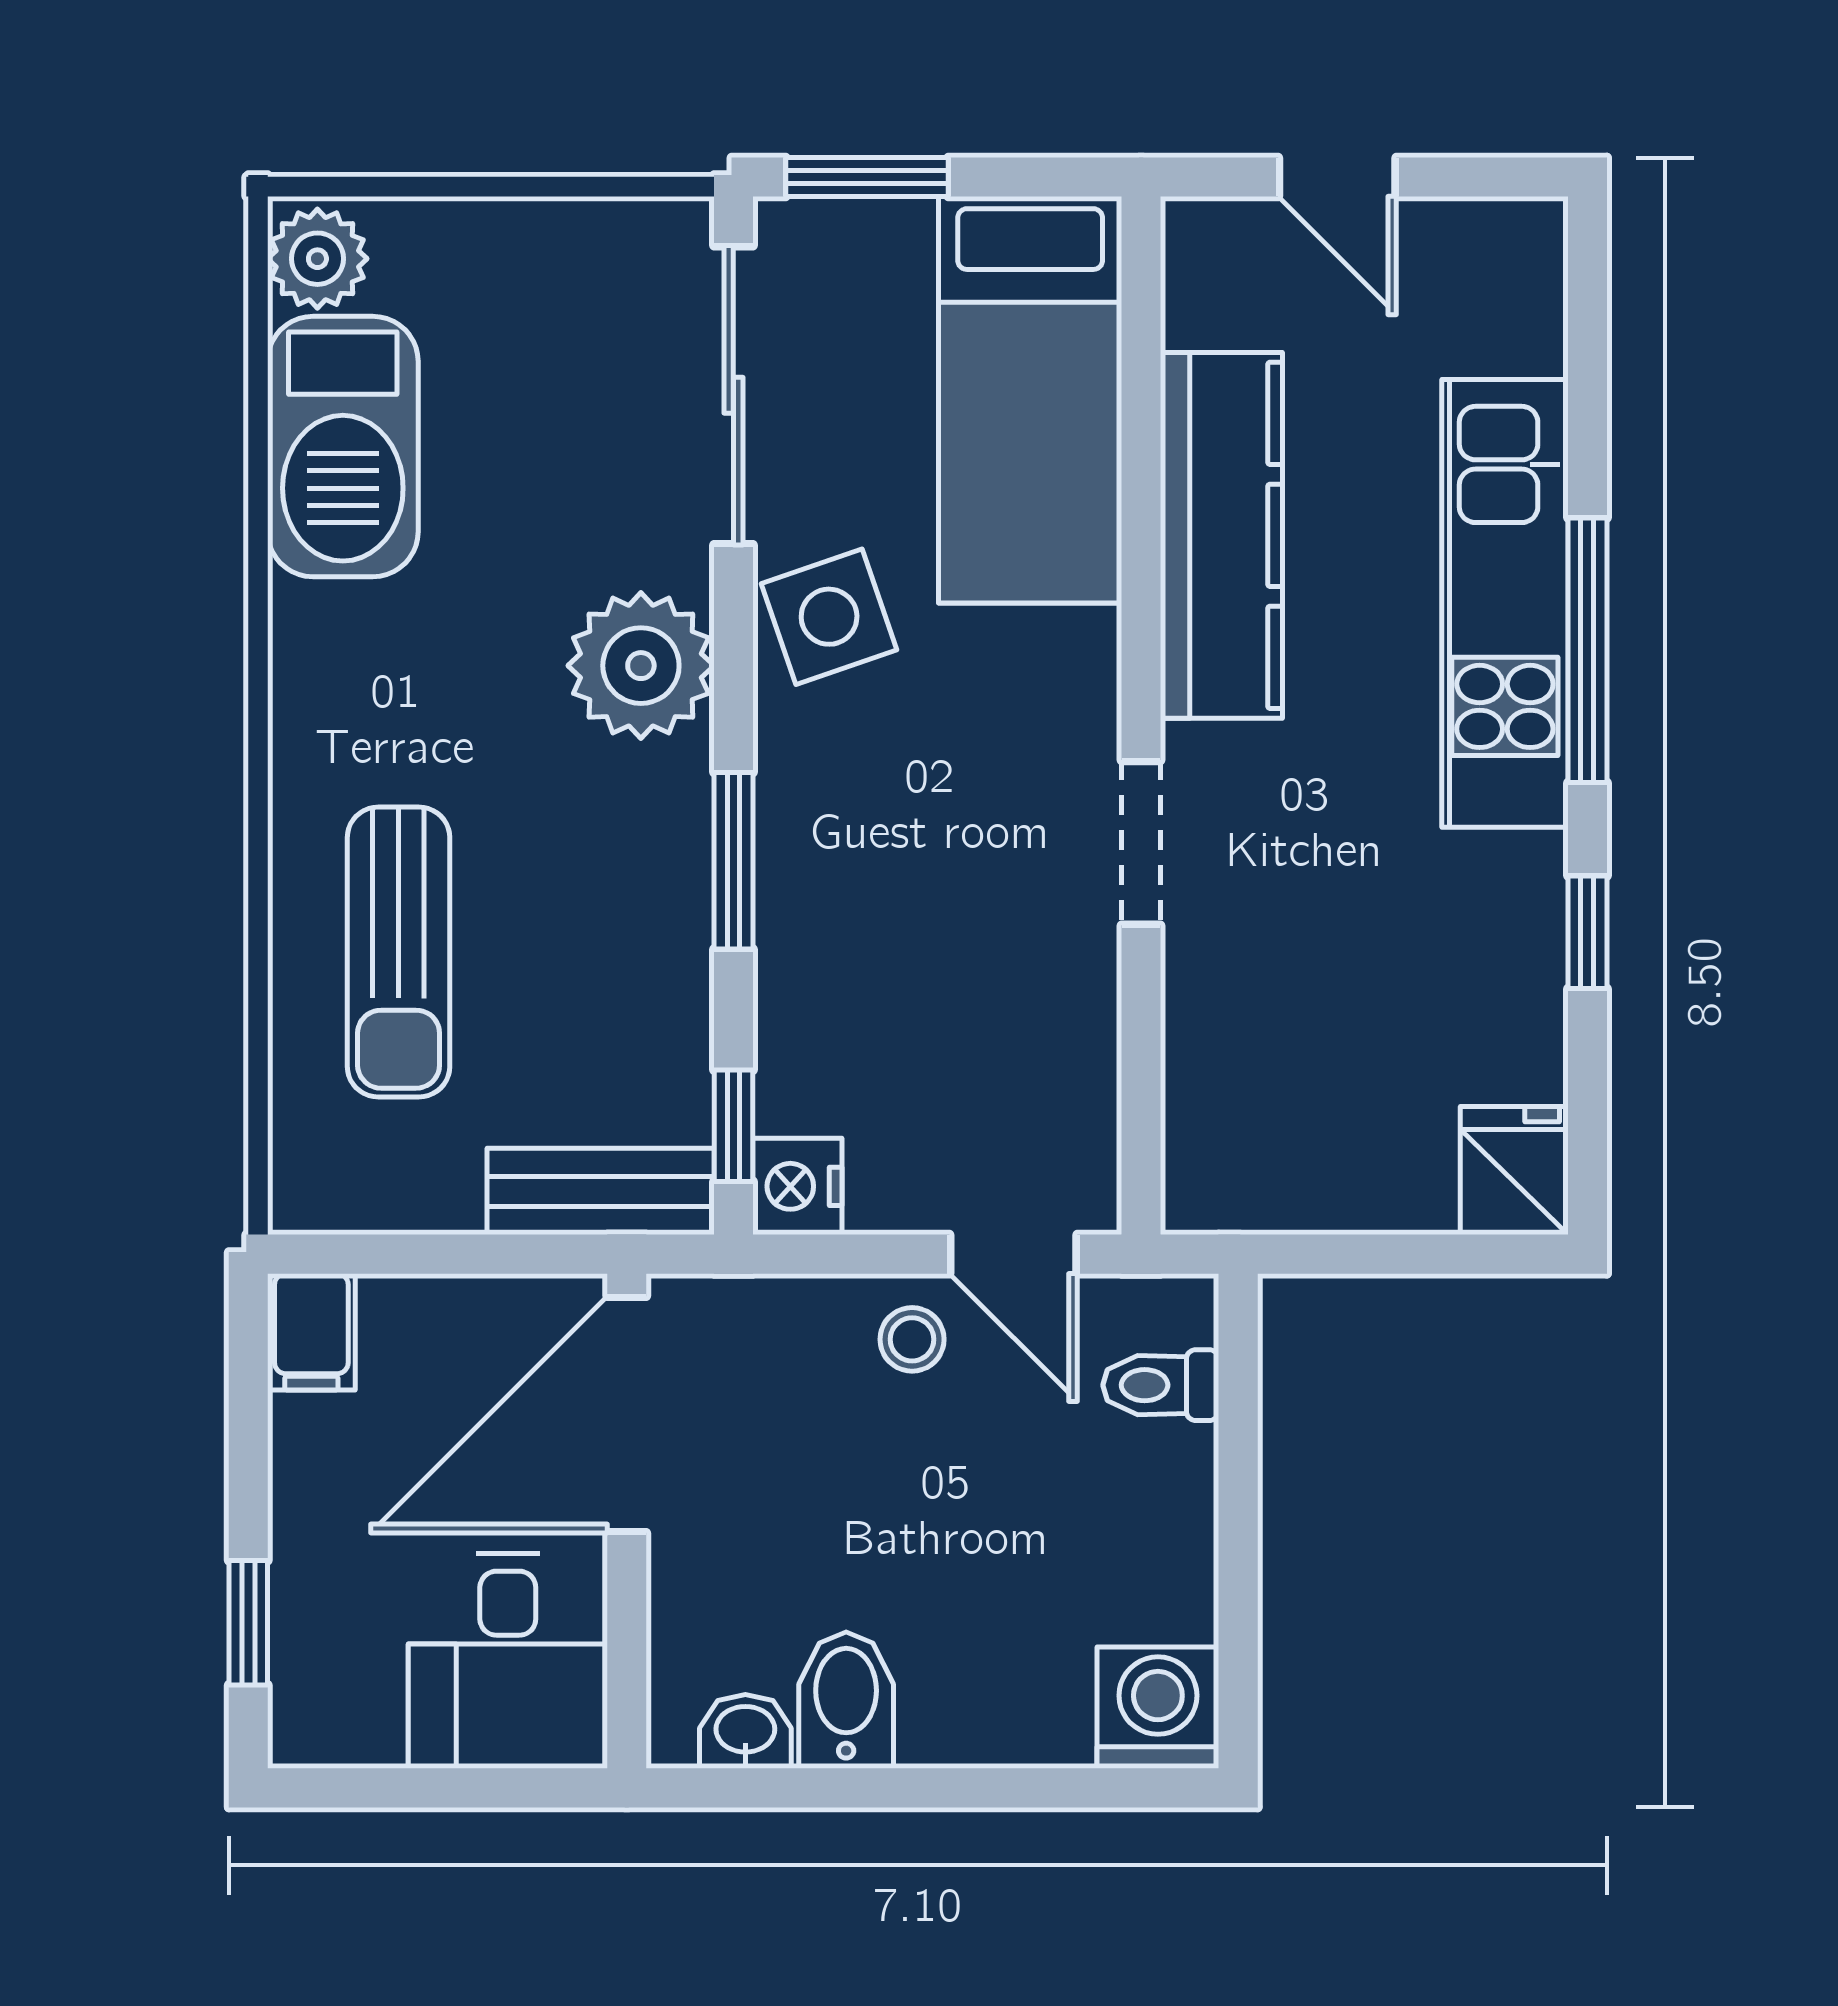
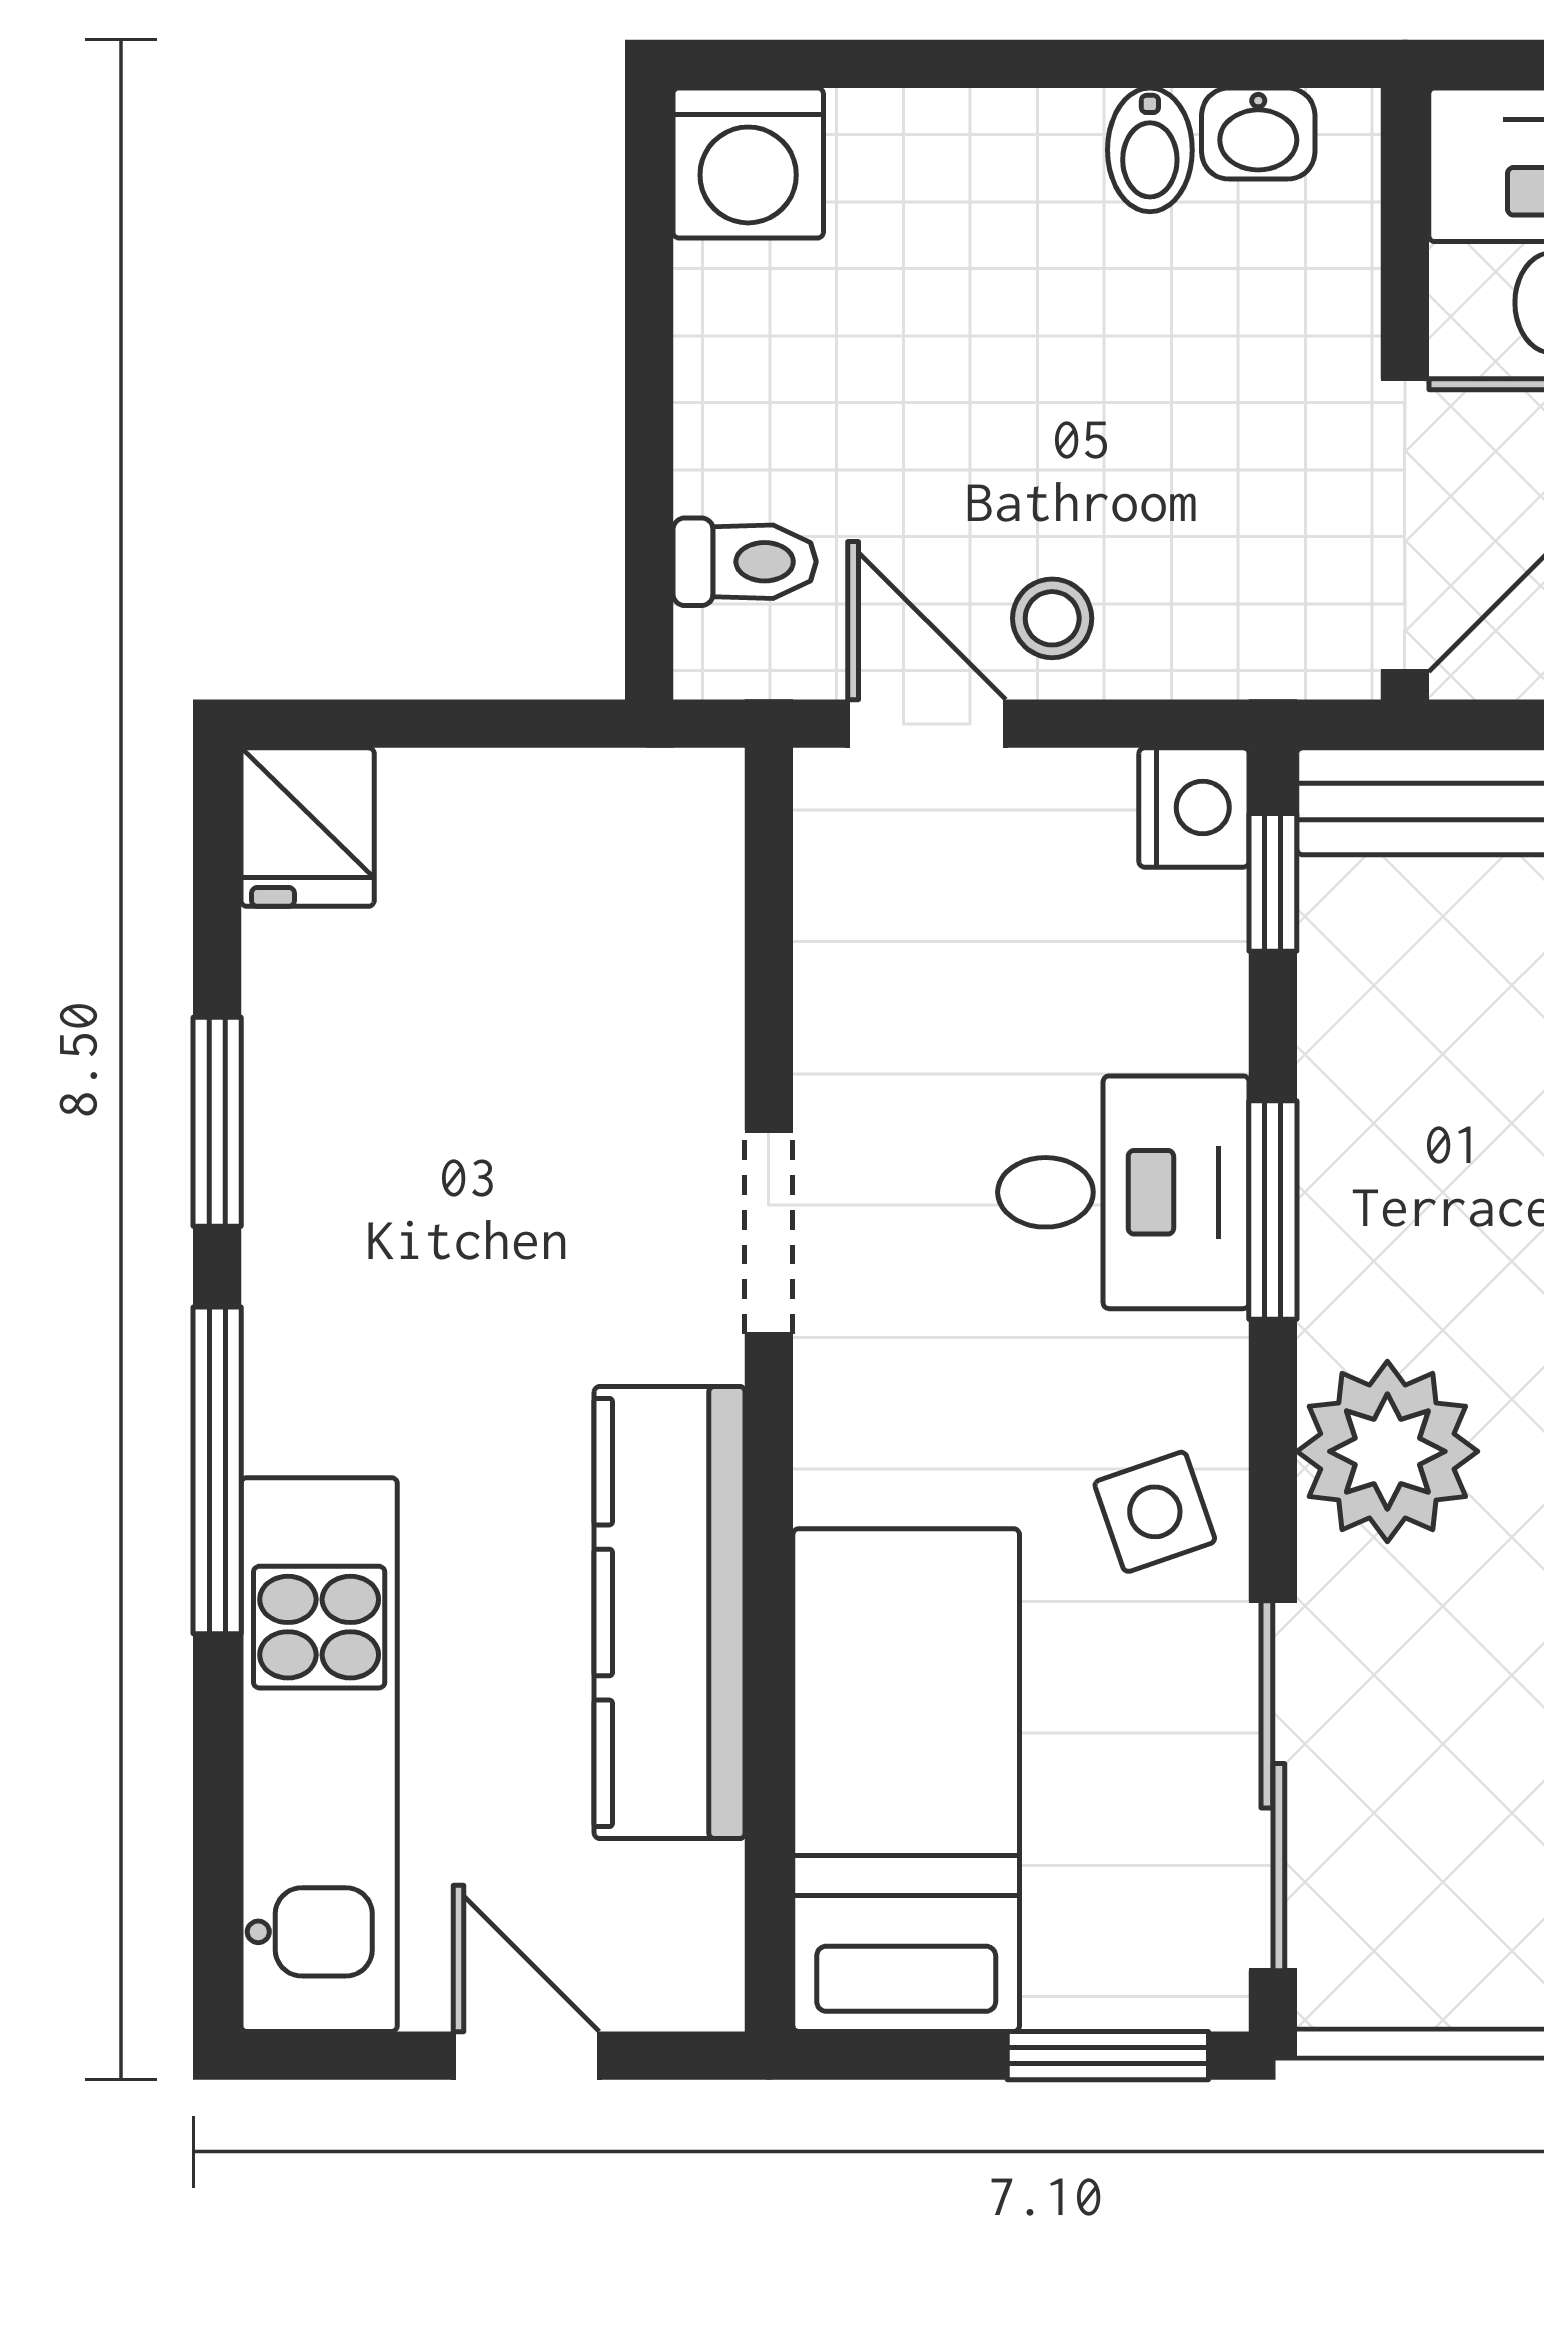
kitchen unit: (1505, 603) -> (319, 1755), moved
side table: (829, 617) -> (1155, 1512), width x0.73, depth x0.73
desk: (854, 875) -> (1123, 1192), added
window: (1587, 932) -> (217, 1122), width x1.50
bidet: (846, 1700) -> (1150, 150), width x0.72, depth x0.74

